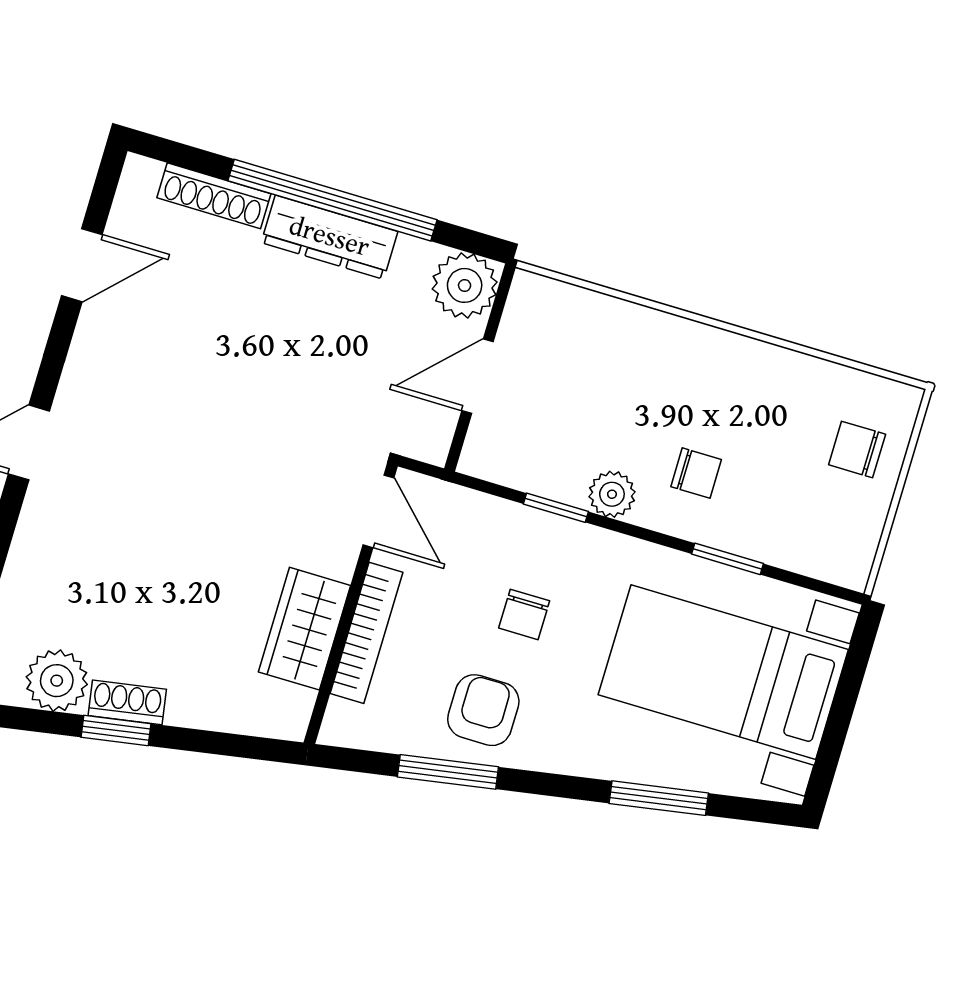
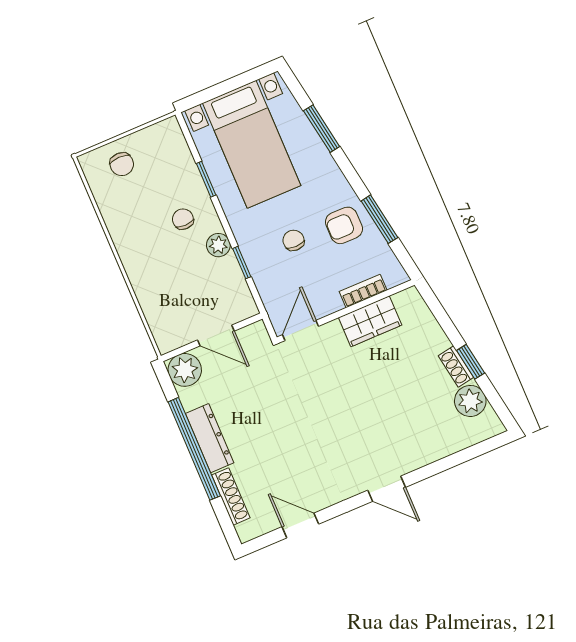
chair: (524, 614) -> (294, 240), turned -90
bookcase: (366, 633) -> (363, 291), width x0.64

